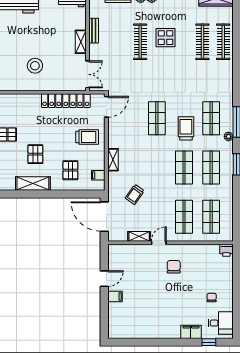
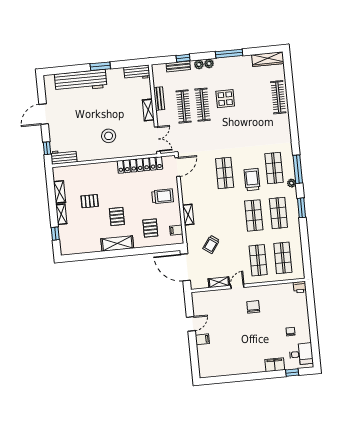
clothes rail: (202, 42) -> (184, 106), moved

